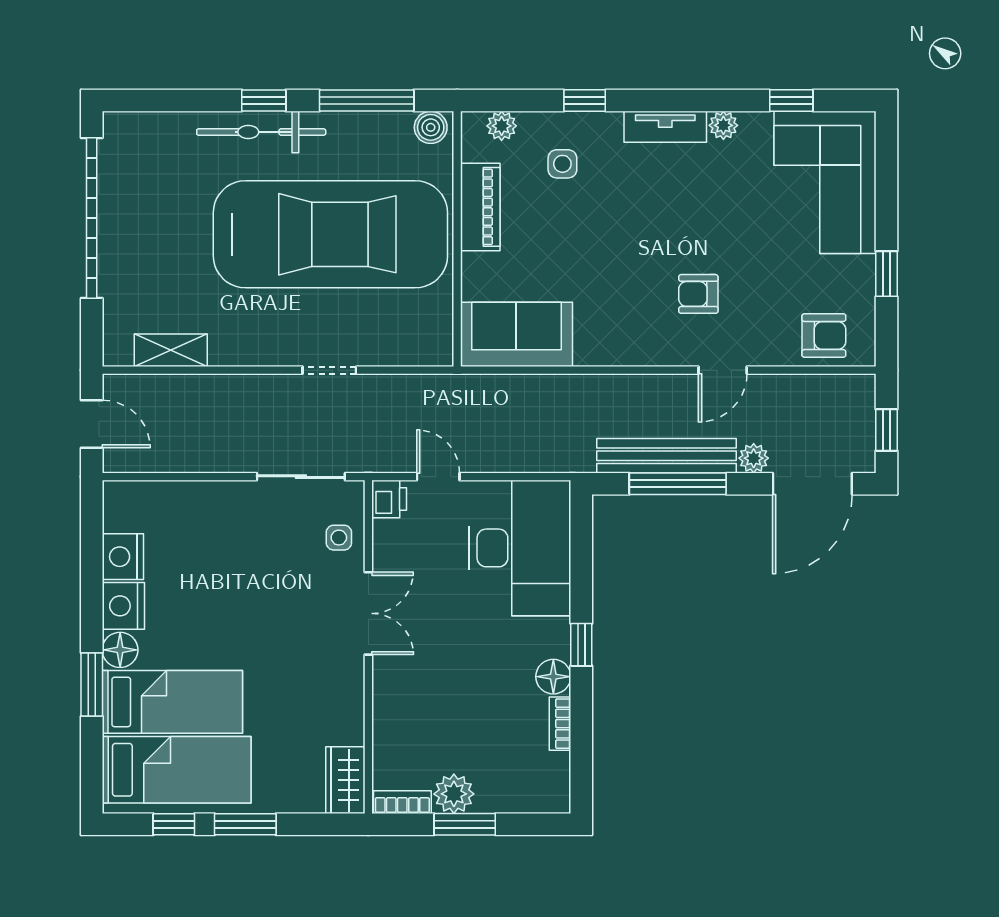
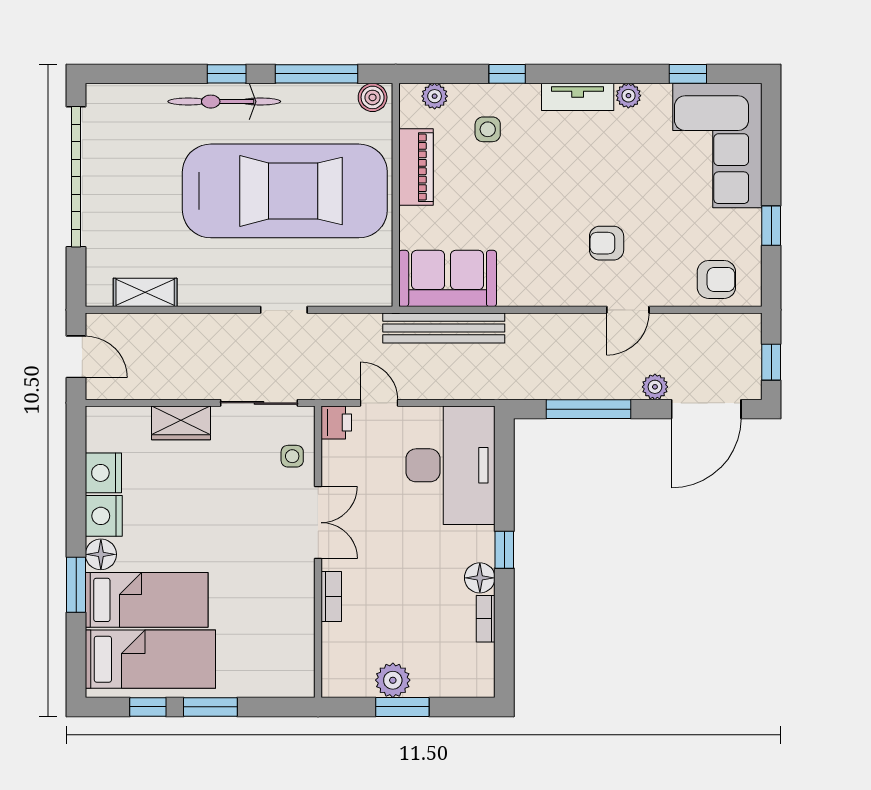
bench: (666, 456) -> (444, 328), moved
wardrobe: (345, 780) -> (181, 423), moved, turned -90
bookcase: (402, 802) -> (331, 596), moved, turned 90

